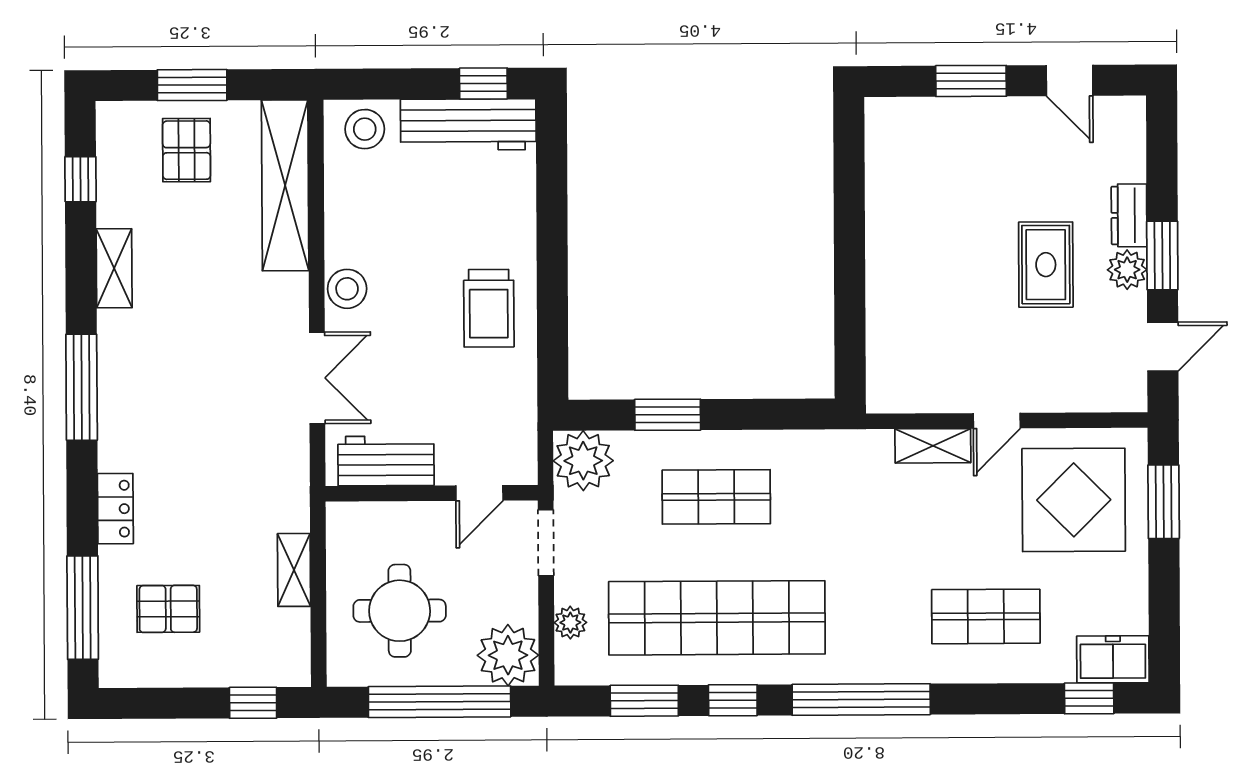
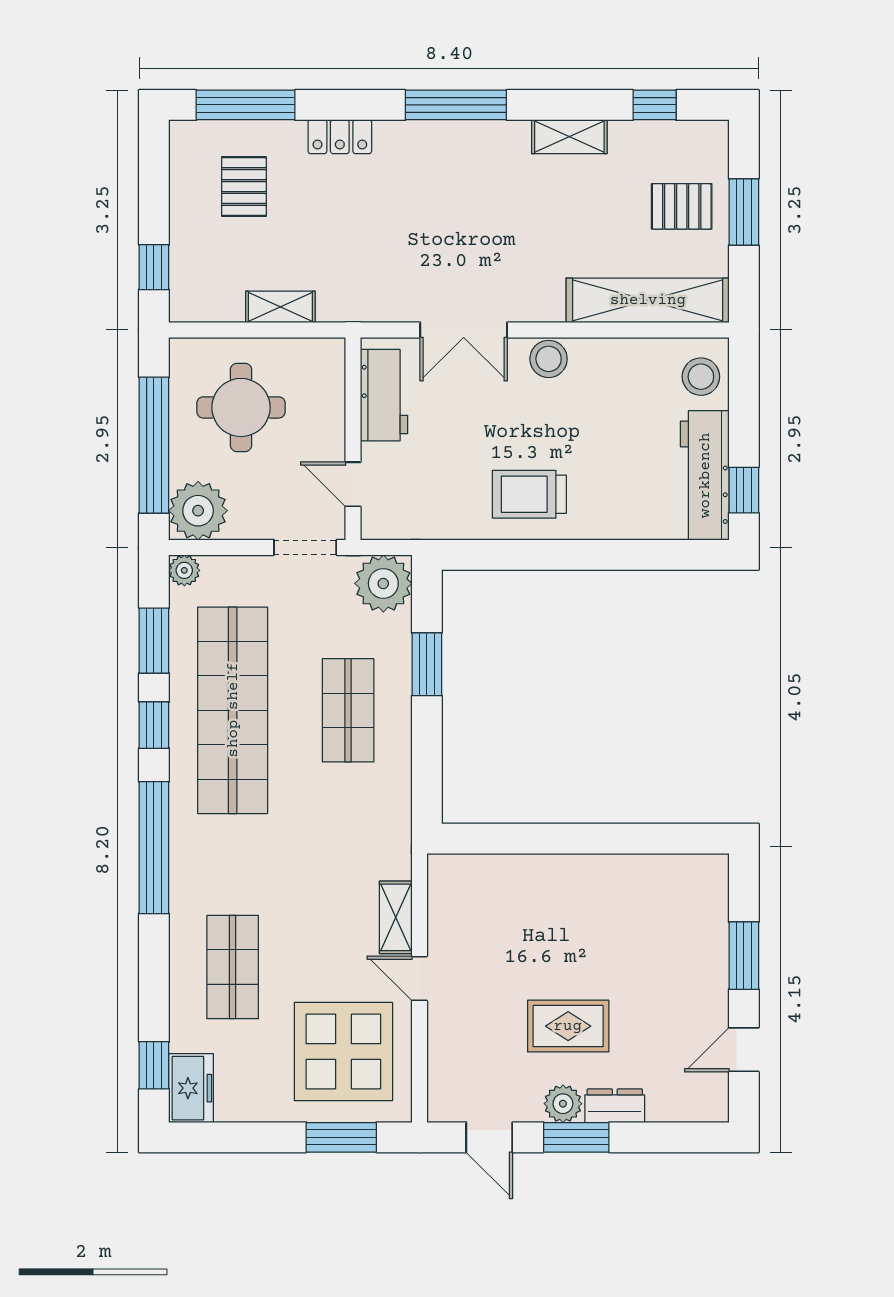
plant: (570, 623) -> (184, 570), moved

